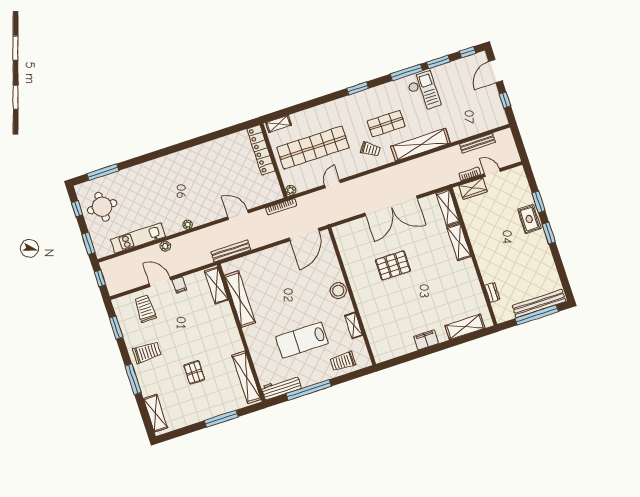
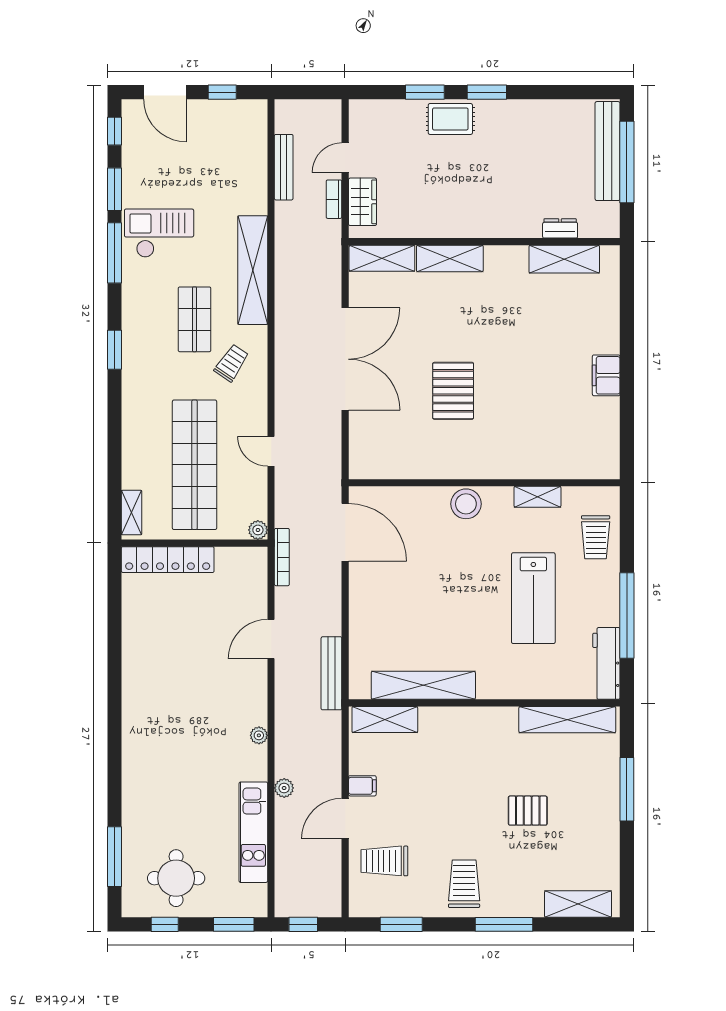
shelving: (465, 327) -> (564, 259), moved, turned 90

